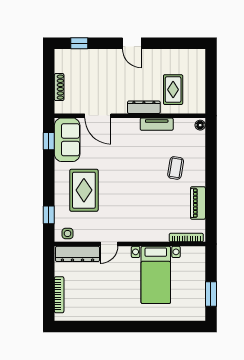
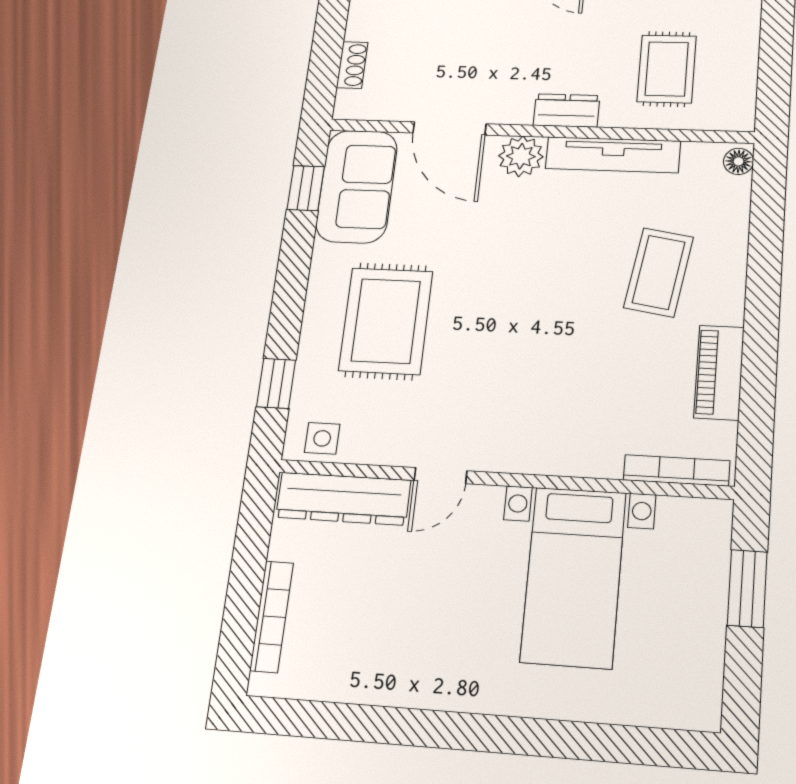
shoe rack: (59, 87) -> (352, 65), width x0.70
dresser: (144, 107) -> (567, 110), width x0.70
tv unit: (157, 124) -> (613, 155), width x1.41
plant: (124, 126) -> (521, 156), added
coffee table: (176, 168) -> (659, 272), width x1.36, depth x1.30
window: (211, 294) -> (747, 589), moved

